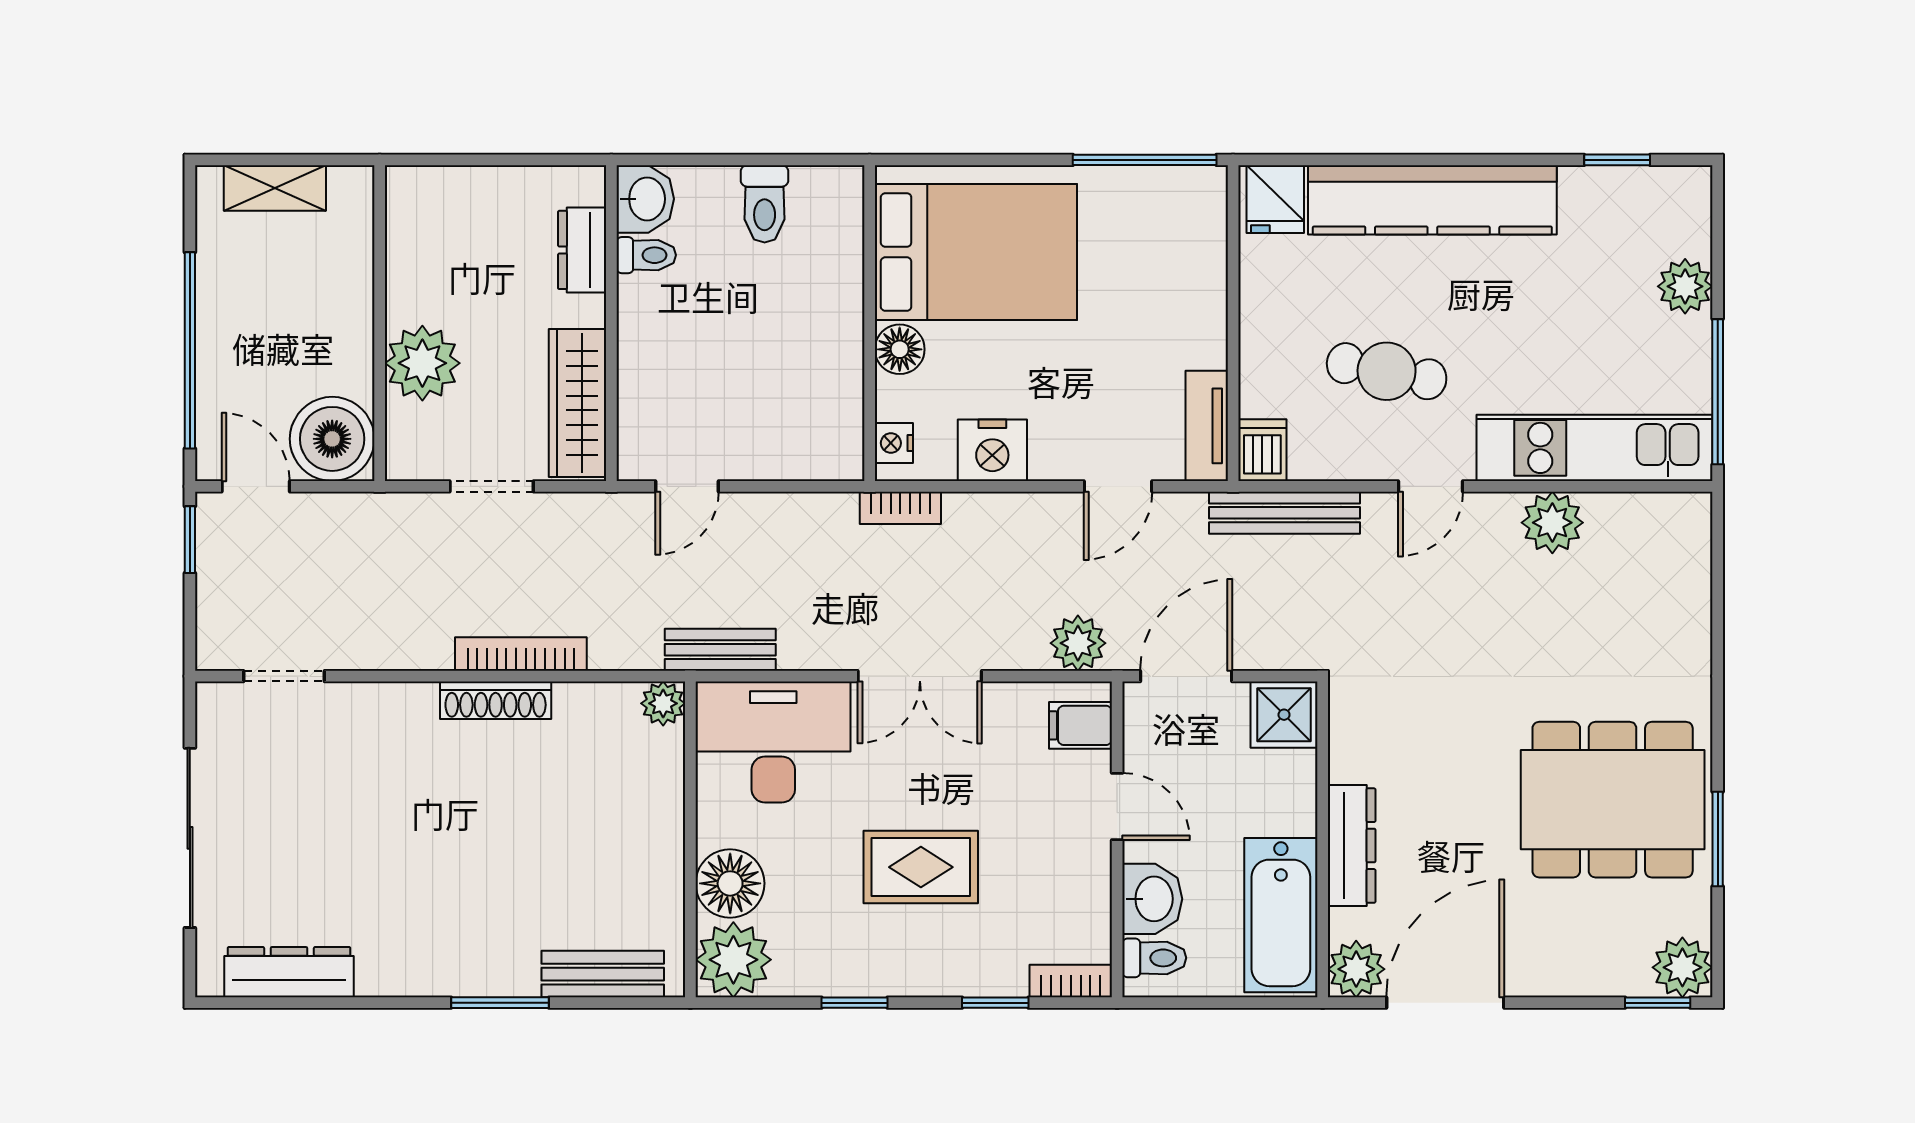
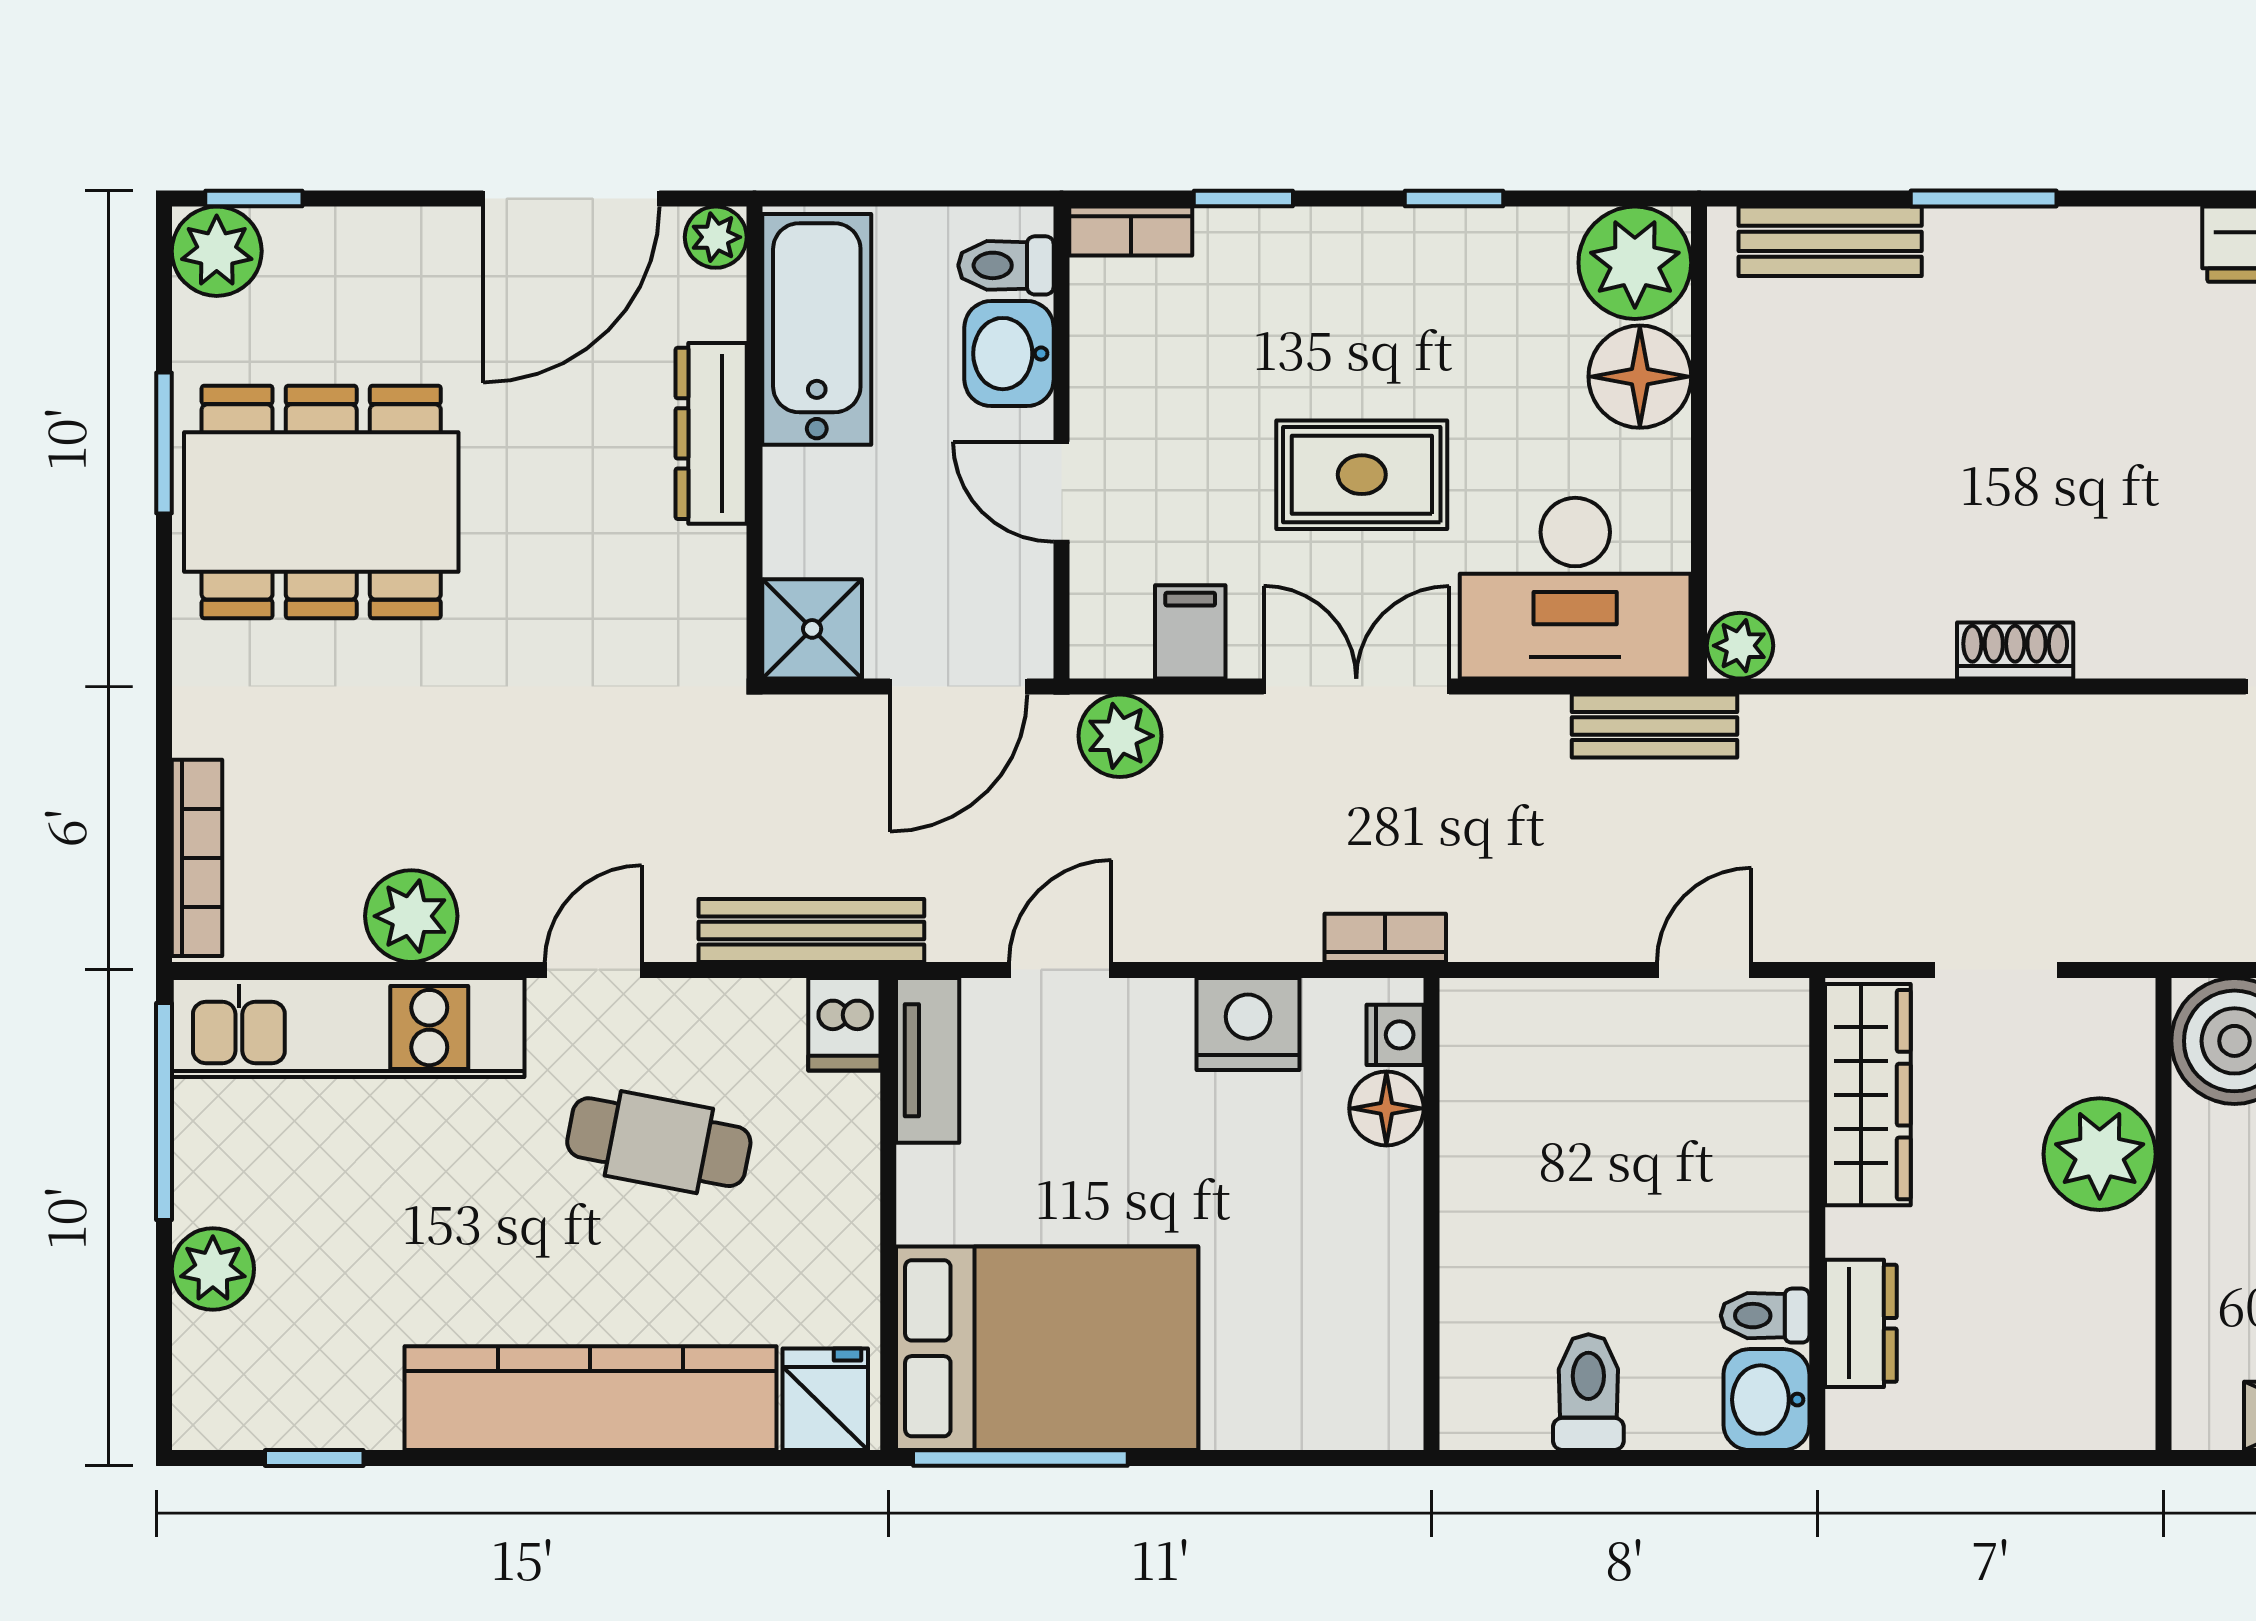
bed: (976, 252) -> (1047, 1348), moved, turned 180
floor lamp: (900, 349) -> (1386, 1108), moved
bookcase: (521, 654) -> (197, 858), moved, turned -90
shoe rack: (496, 700) -> (2015, 650), width x0.70
filing cabinet: (1081, 725) -> (1190, 632), moved, turned -90
rug: (921, 867) -> (1362, 475), moved
plant: (1356, 969) -> (716, 237), width x0.73, depth x0.73

